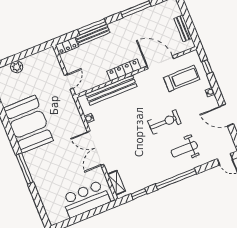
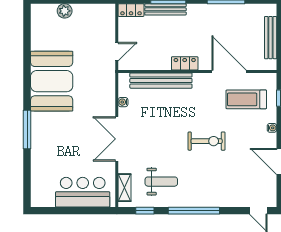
bench: (183, 28) -> (271, 38), width x1.36
locker: (124, 70) -> (185, 63), width x0.66
treadmill: (182, 78) -> (246, 99), turned 180
weight bench: (184, 149) -> (161, 182), moved, turned 180

